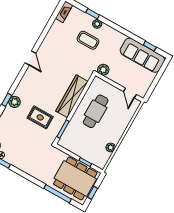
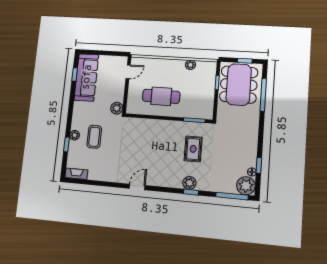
wardrobe: (72, 96) -> (157, 127), removed

